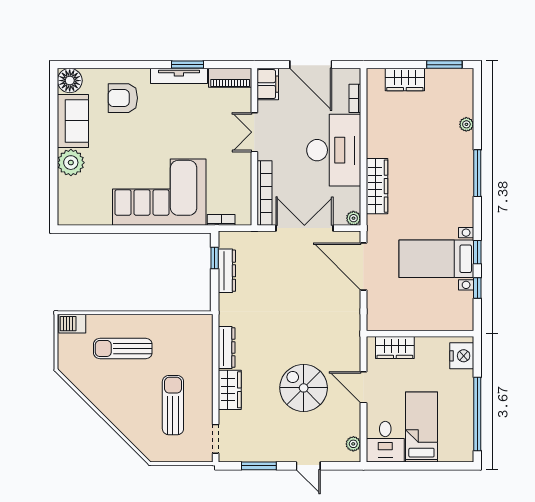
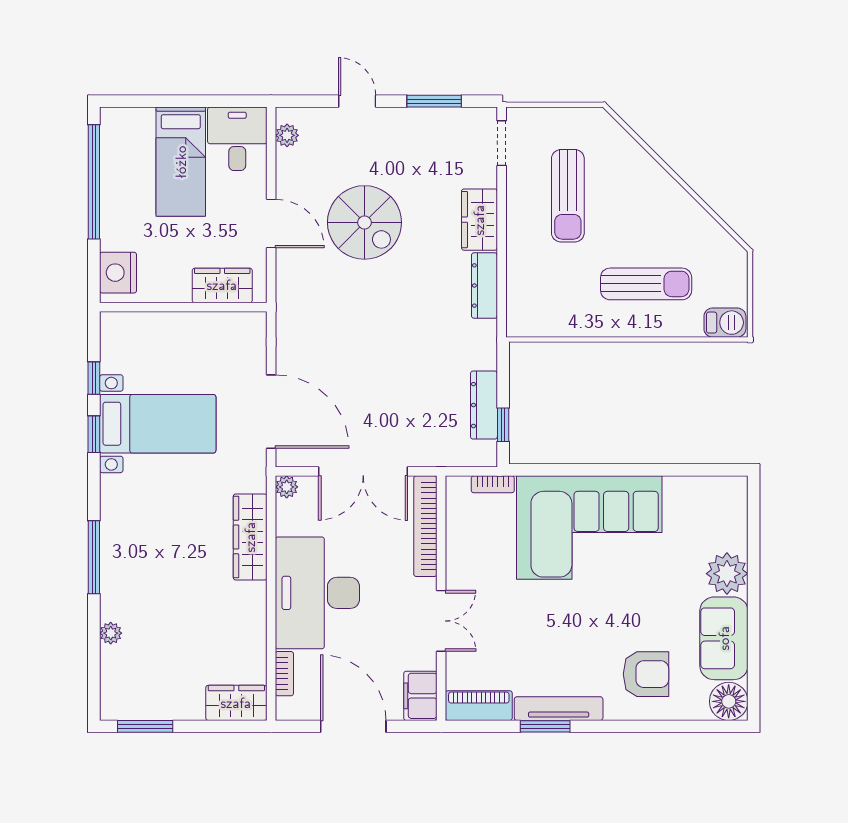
wardrobe: (405, 80) -> (236, 703), moved

